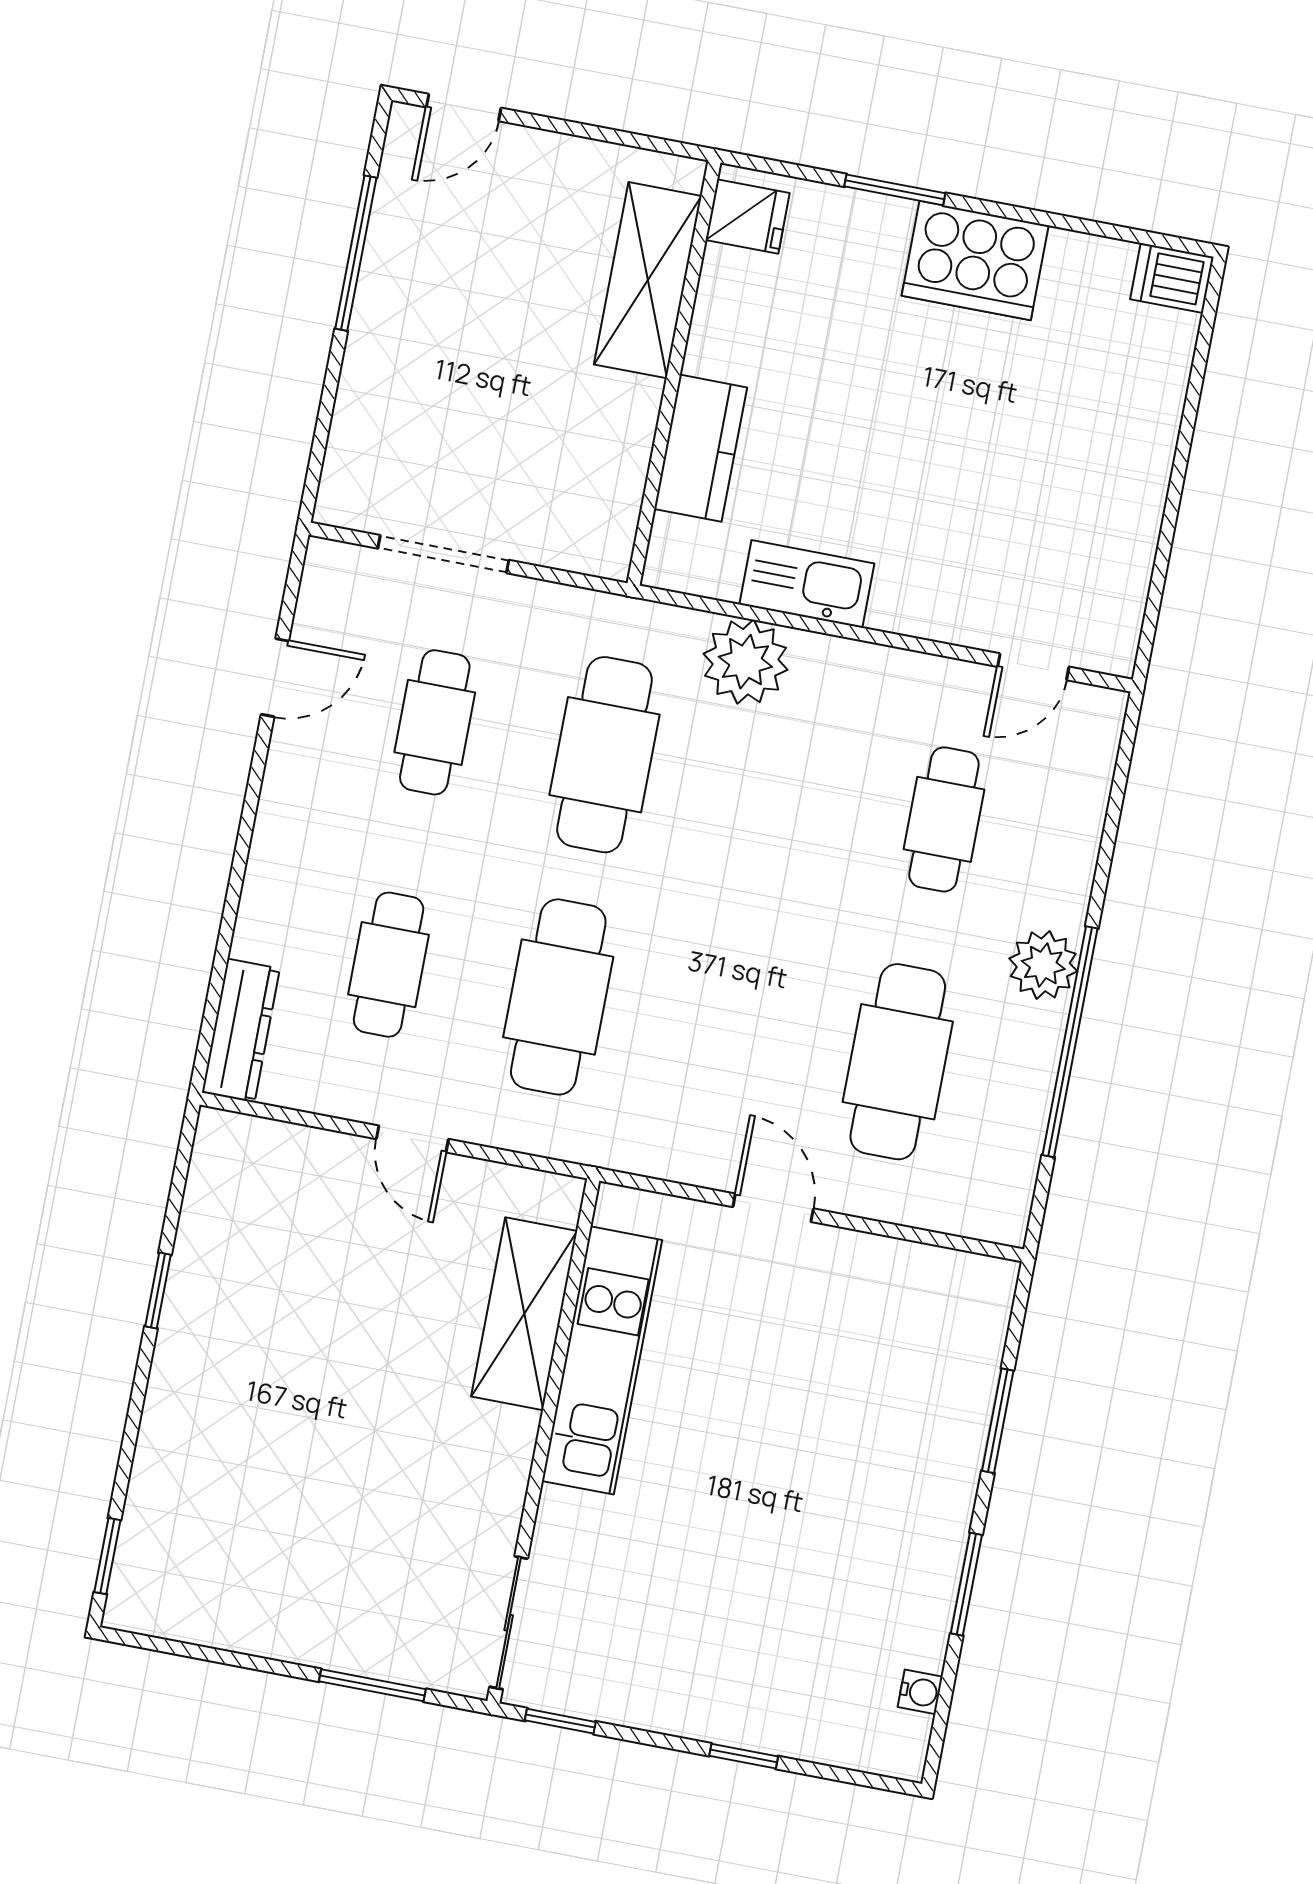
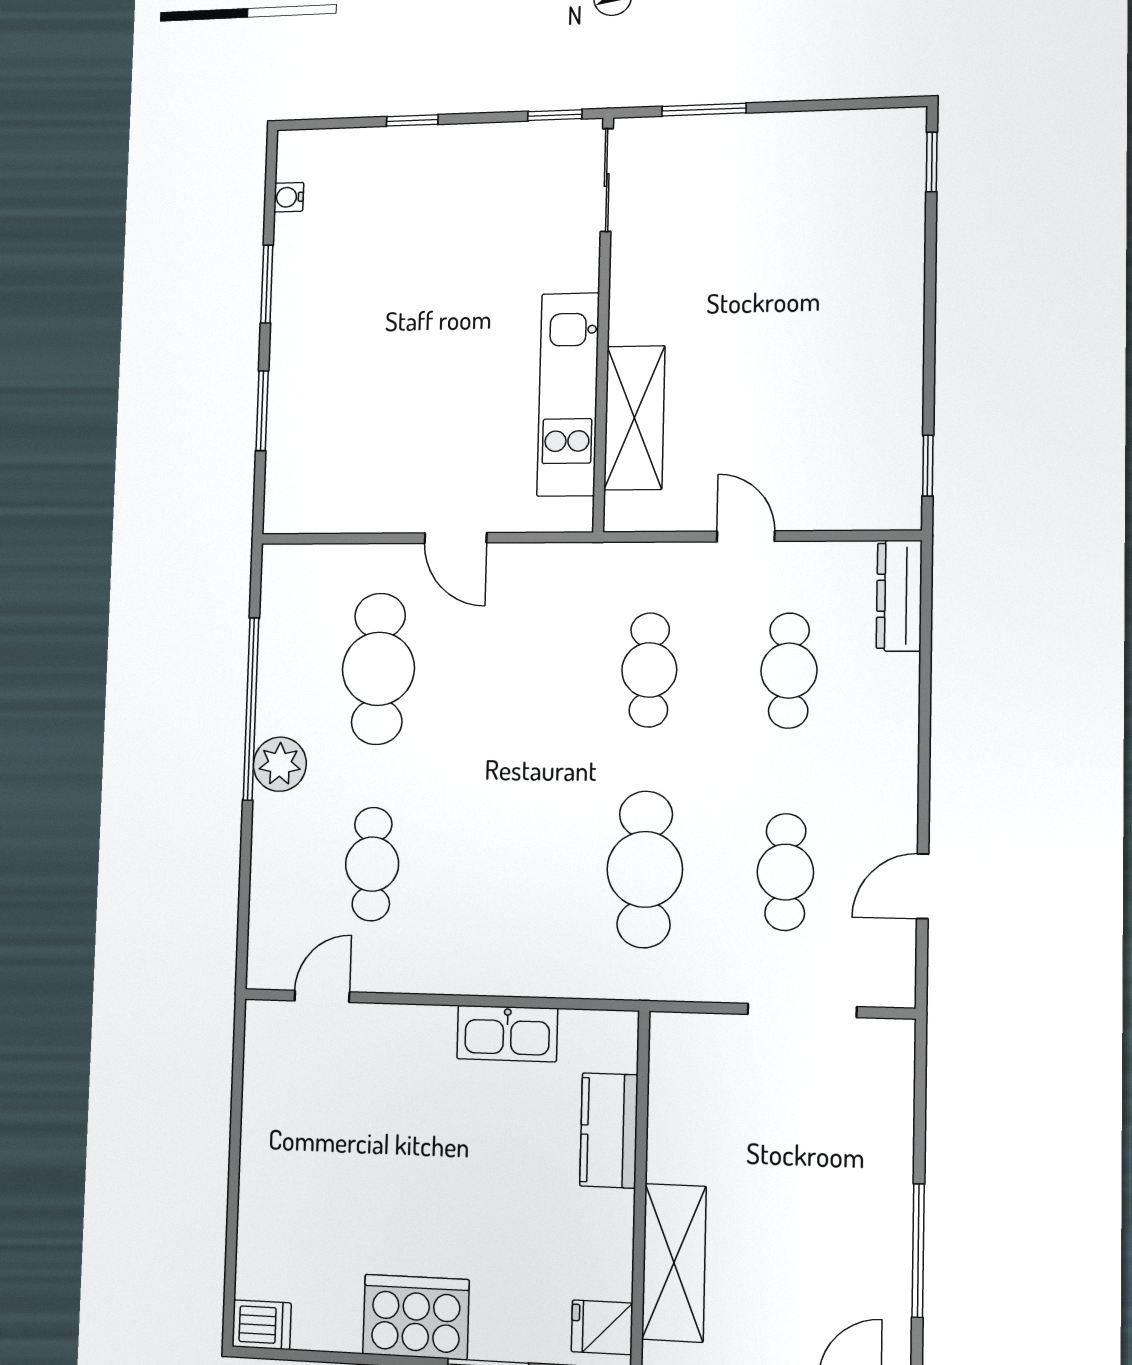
plant: (745, 662) -> (545, 963), removed
cafe table: (558, 997) -> (649, 670), width x0.73, depth x0.74
window: (158, 1291) -> (928, 466), moved

